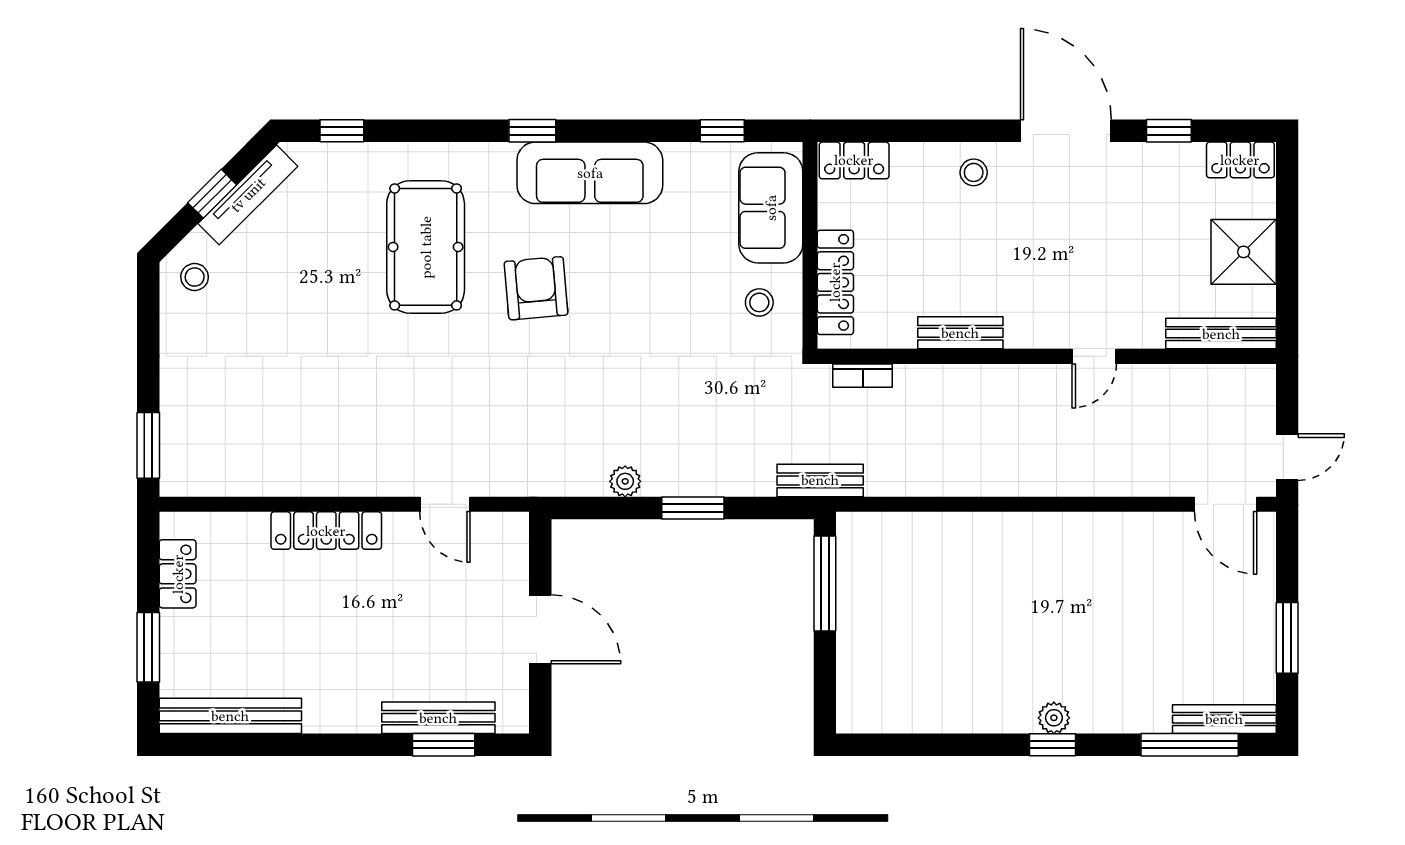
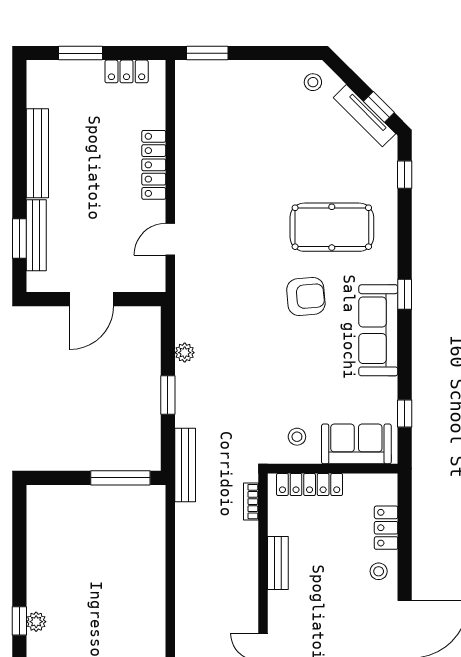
locker: (854, 160) -> (386, 528), moved
window: (212, 194) -> (379, 107), moved
bench: (820, 480) -> (185, 465), width x1.36
bench: (230, 716) -> (37, 153), moved

